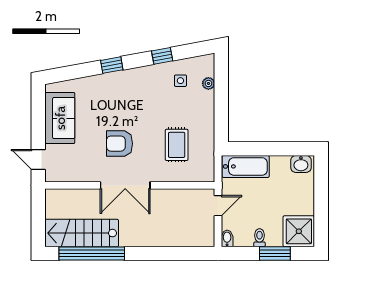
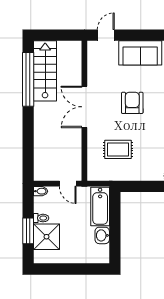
armchair: (119, 144) -> (132, 103), moved
washbasin: (301, 164) -> (102, 235), moved
shower: (299, 231) -> (47, 237), moved

